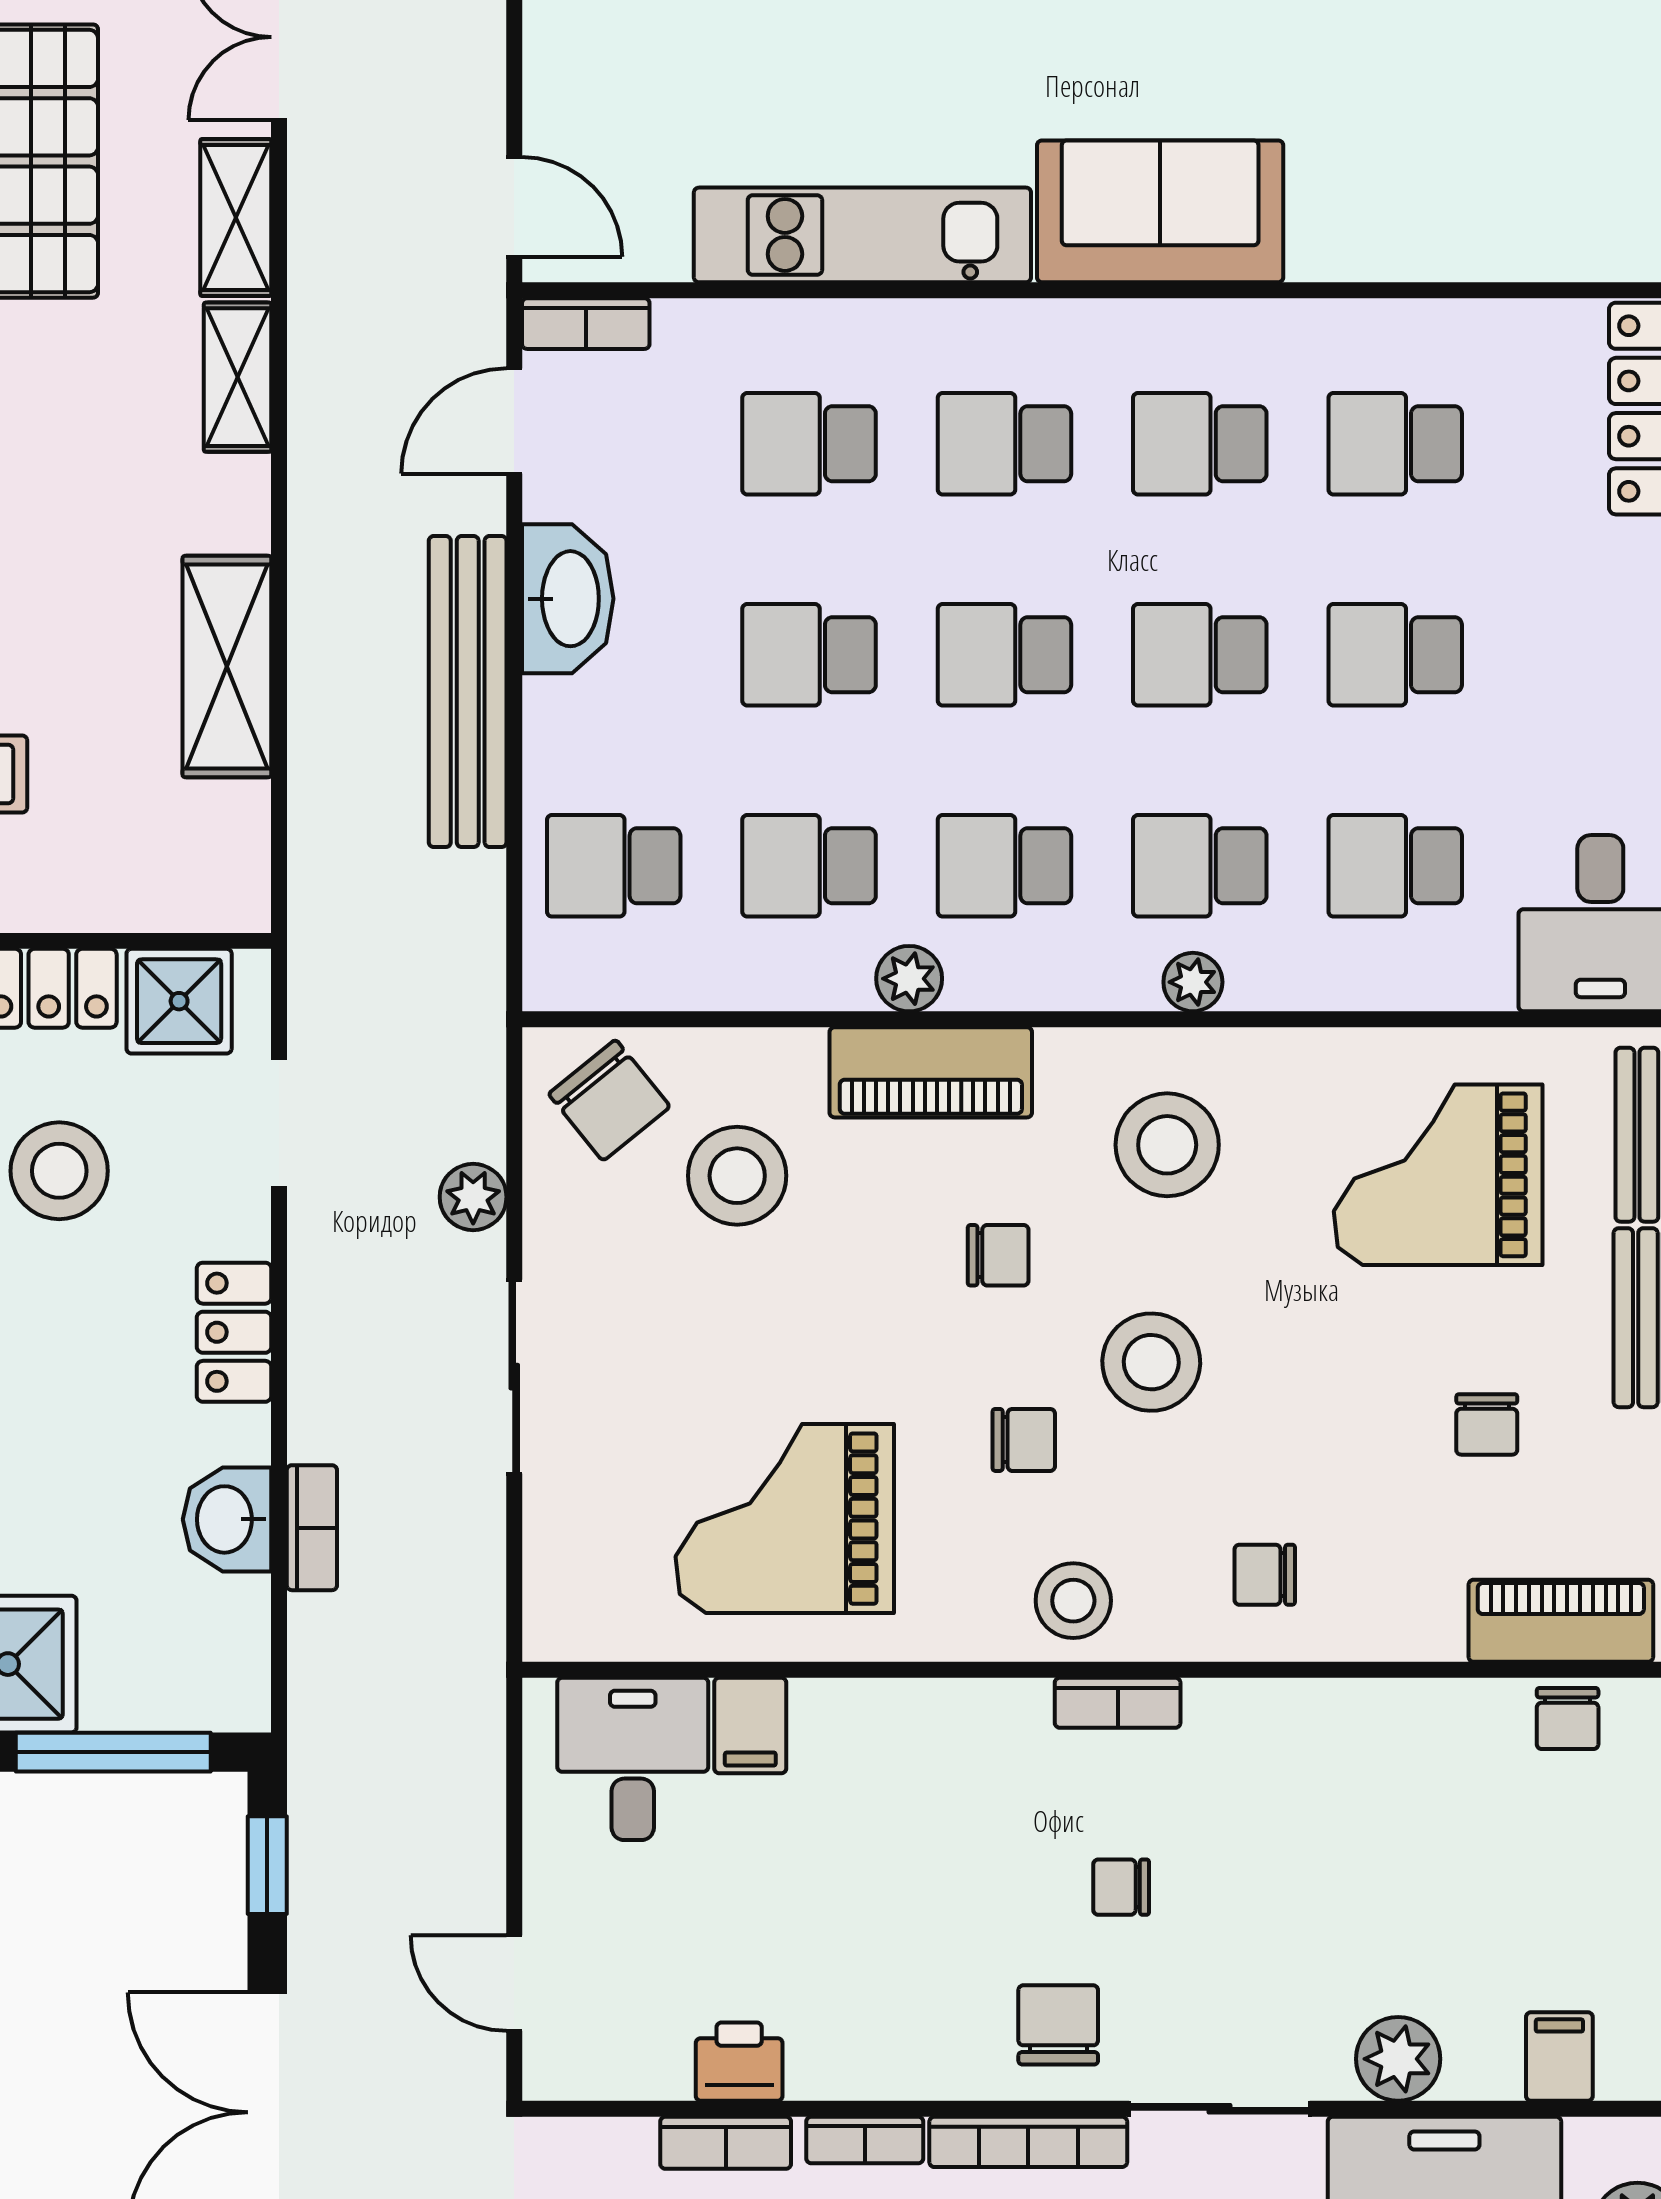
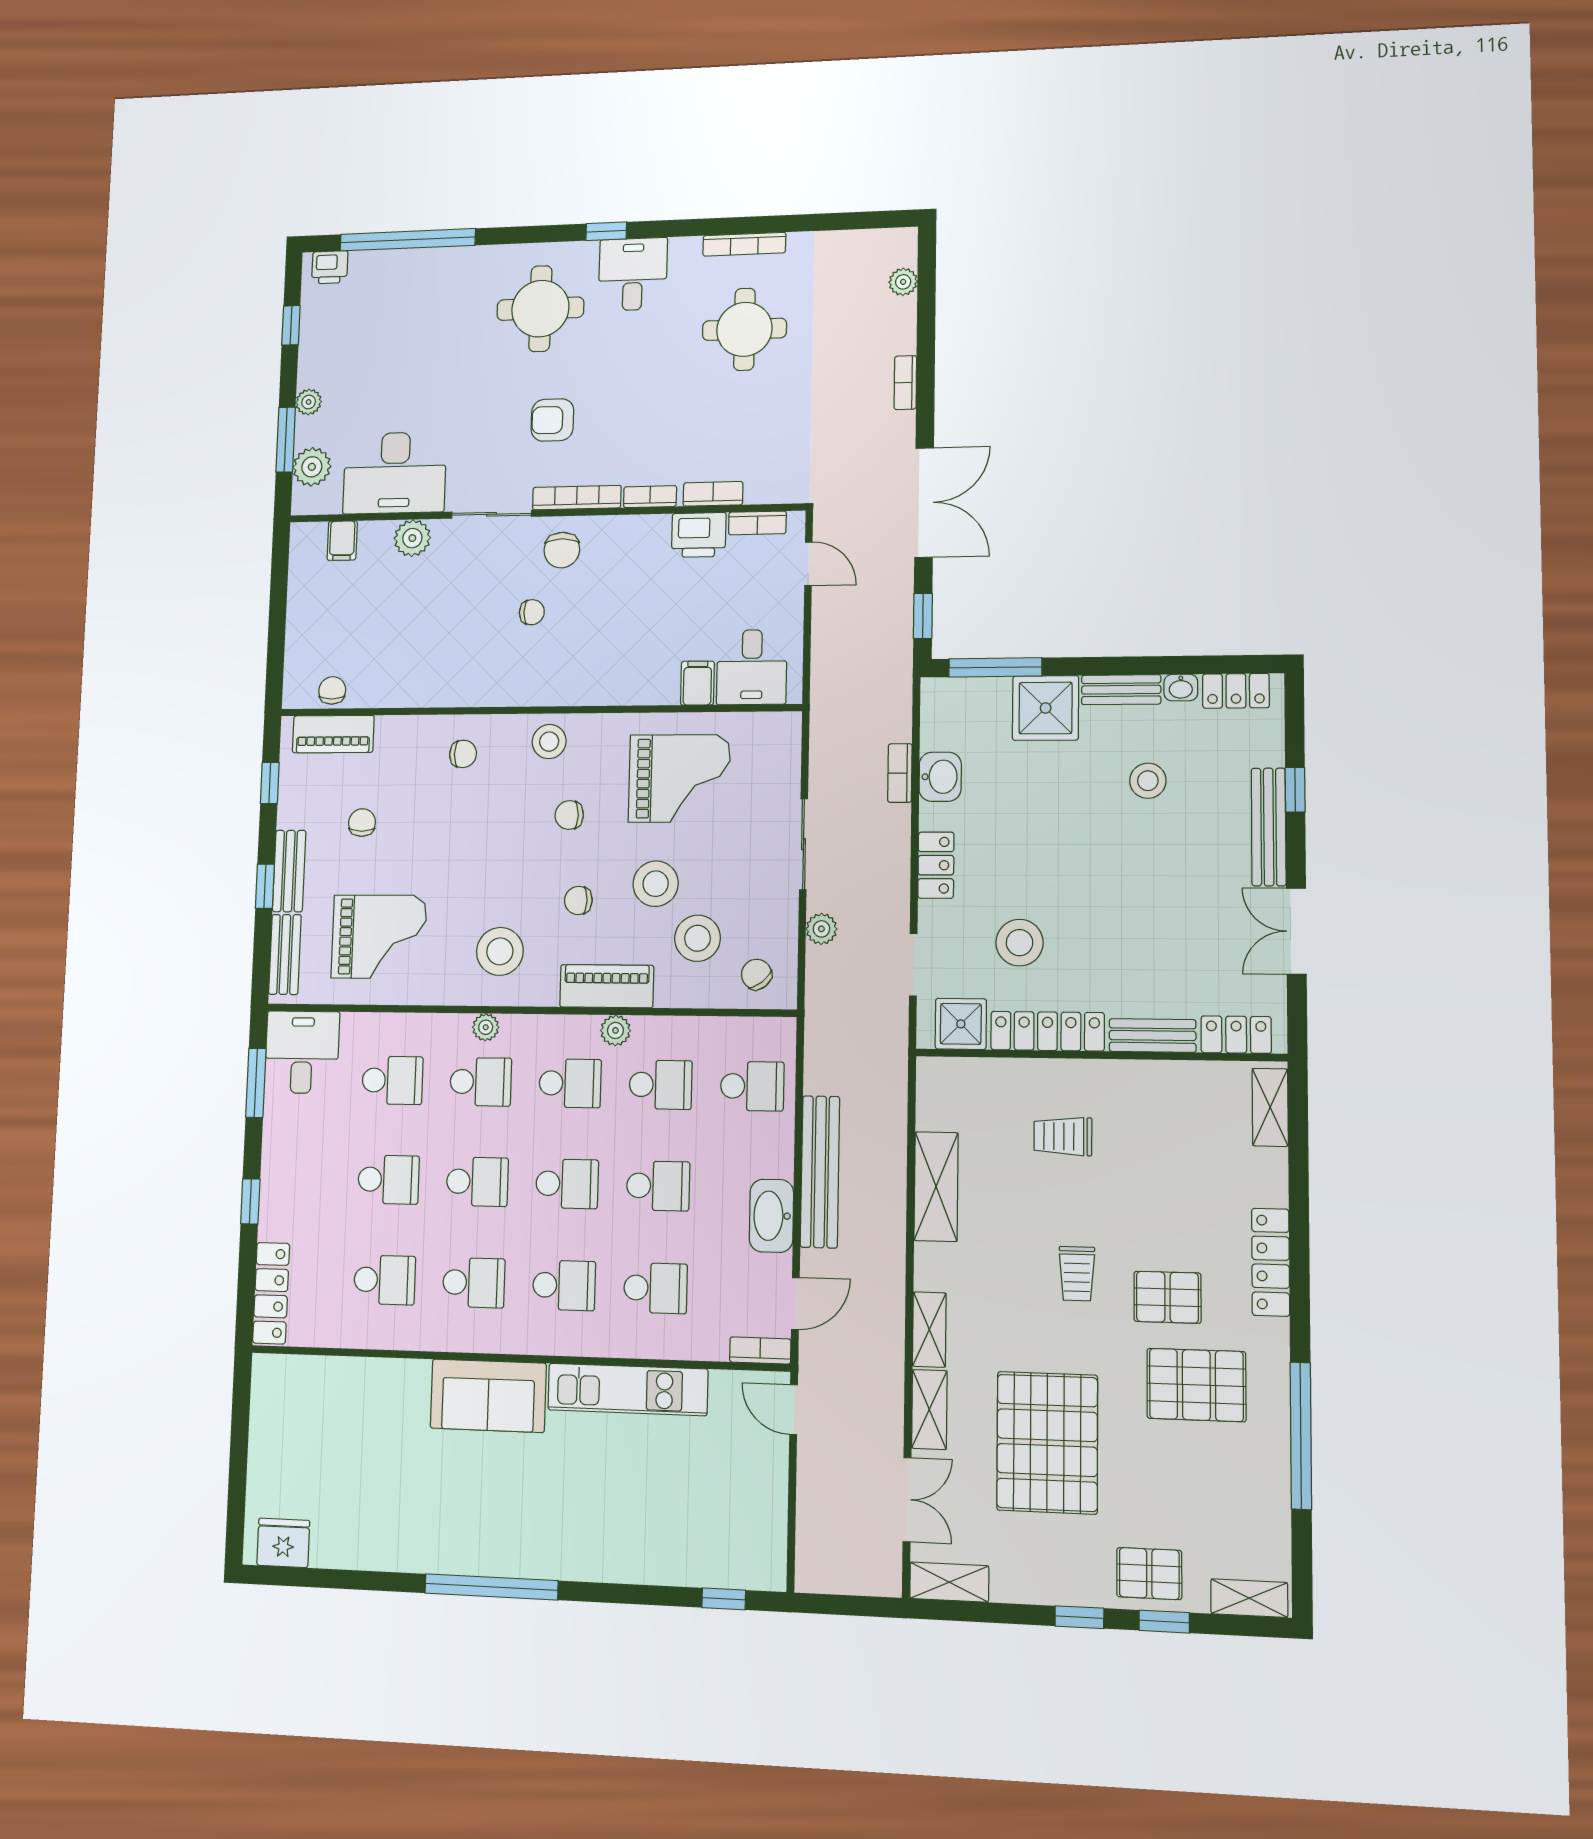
chair: (609, 1100) -> (756, 974), width x0.73, depth x0.73
stool: (1151, 1362) -> (656, 884), moved
bookcase: (1118, 1703) -> (757, 523), moved, turned 180
printer: (739, 2062) -> (699, 535), width x1.36, depth x1.24

